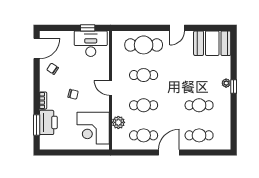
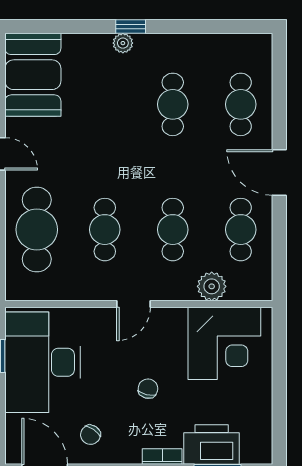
desk: (91, 44) -> (43, 362), width x1.36, depth x1.30

